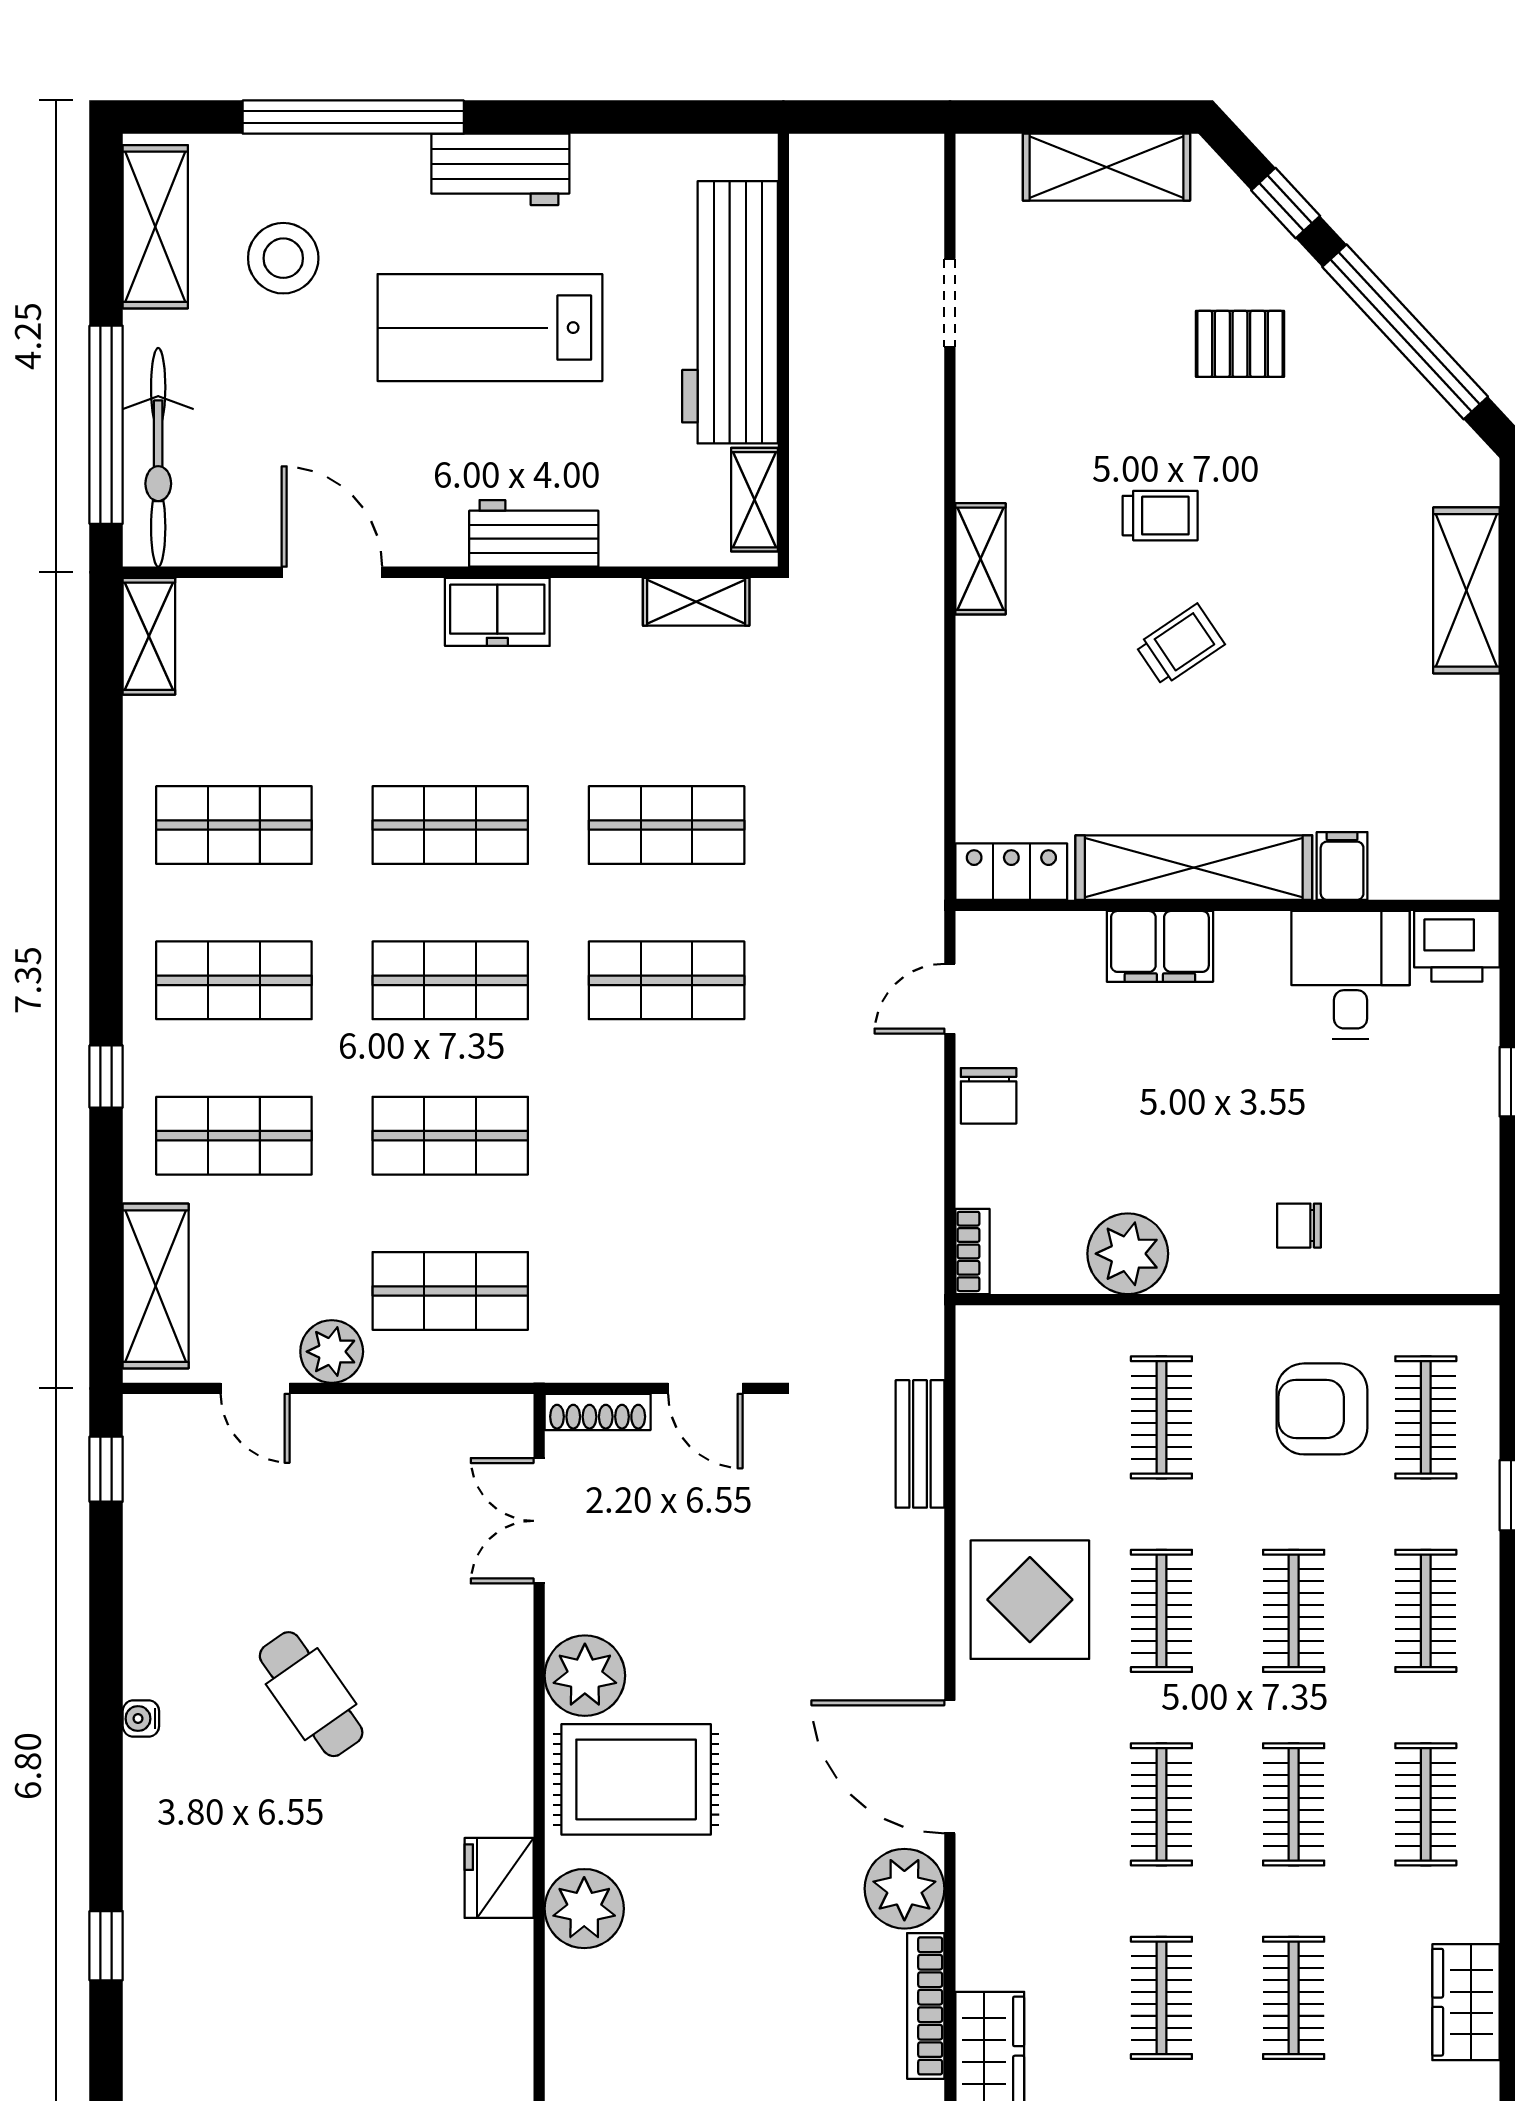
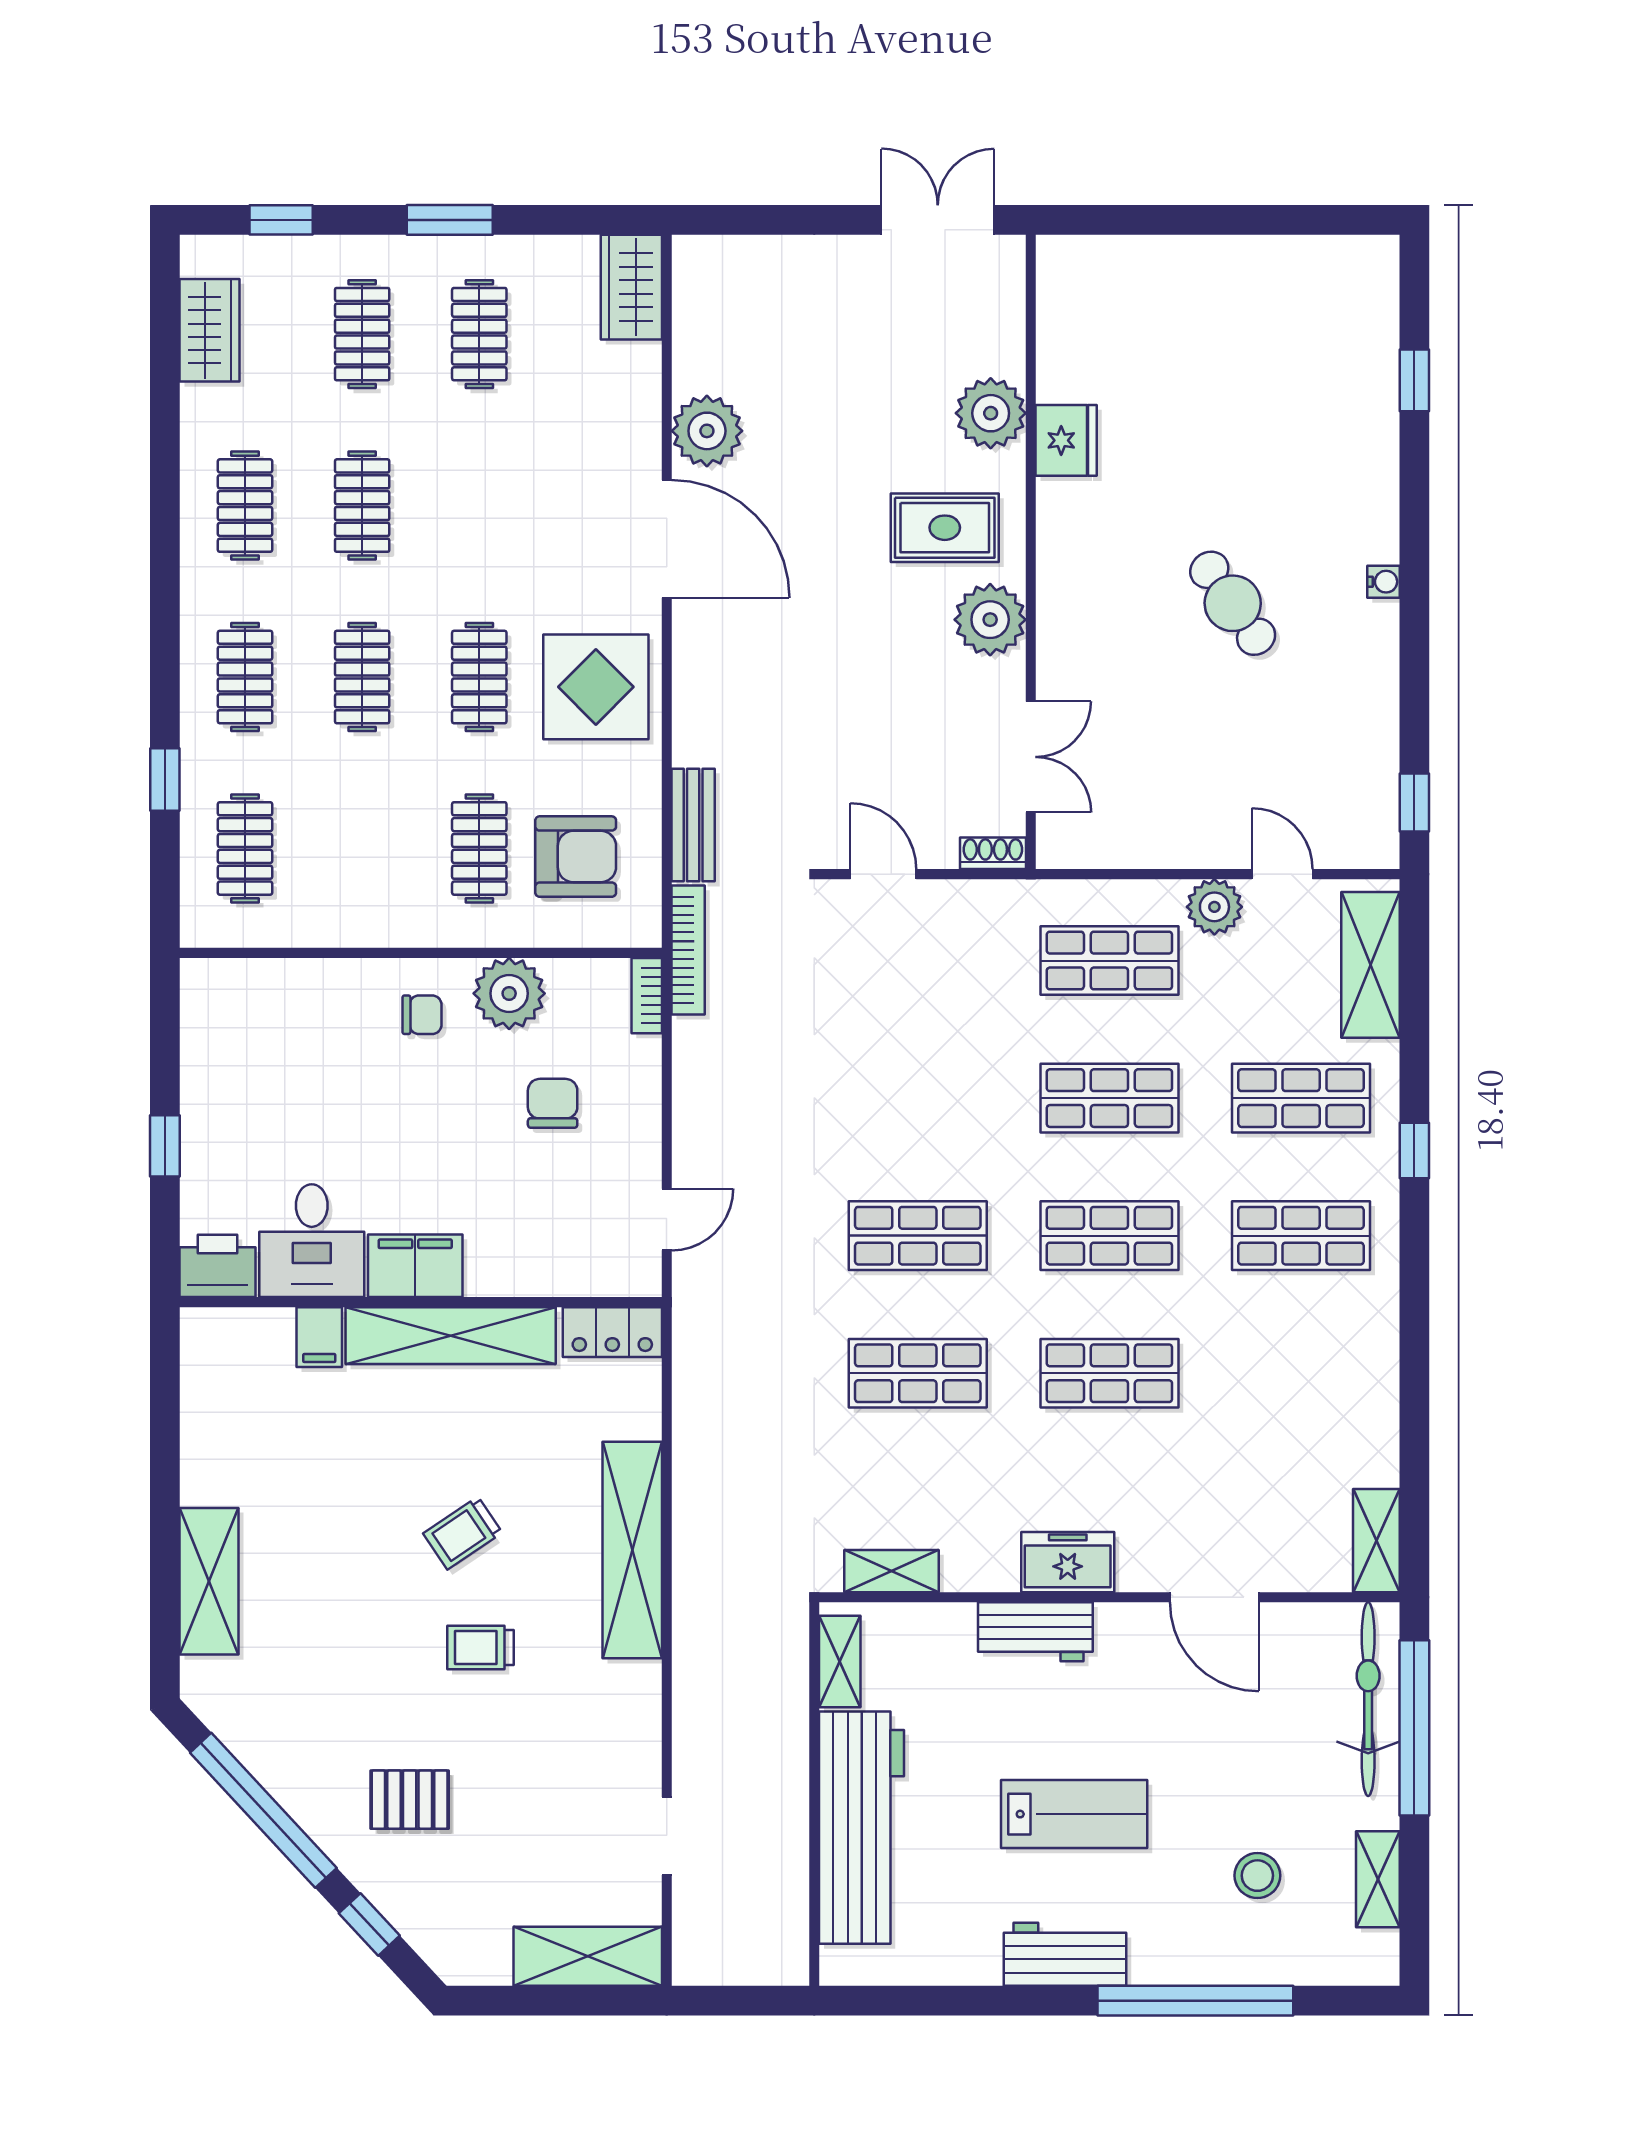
shelving: (1106, 167) -> (588, 1956), moved
shelving: (155, 227) -> (1378, 1879), width x0.67, depth x0.75
stool: (283, 258) -> (1257, 1876), width x0.73, depth x0.73
lab bench: (490, 328) -> (1074, 1814), width x0.73, depth x0.72
shelving: (980, 559) -> (632, 1550), width x2.20, depth x1.33
shop shelf: (234, 825) -> (1301, 1373), removed
filing cabinet: (1160, 946) -> (415, 1266), moved
chair: (989, 1096) -> (553, 1103), moved
chair: (1299, 1226) -> (422, 1015), moved
armchair: (1322, 1409) -> (576, 857), moved
shoe rack: (598, 1412) -> (993, 853), width x0.70
rug: (636, 1779) -> (945, 528), width x0.73, depth x0.70
clothes rail: (1161, 1804) -> (479, 506), removed
bookcase: (926, 2006) -> (688, 950), moved

